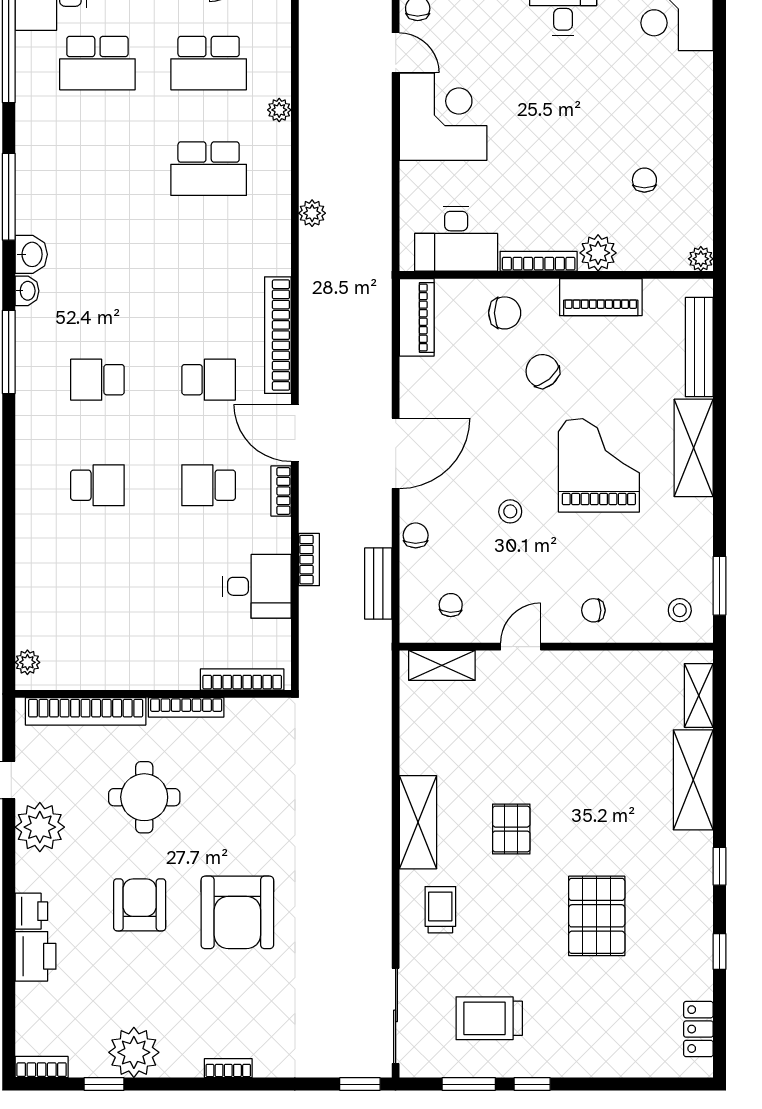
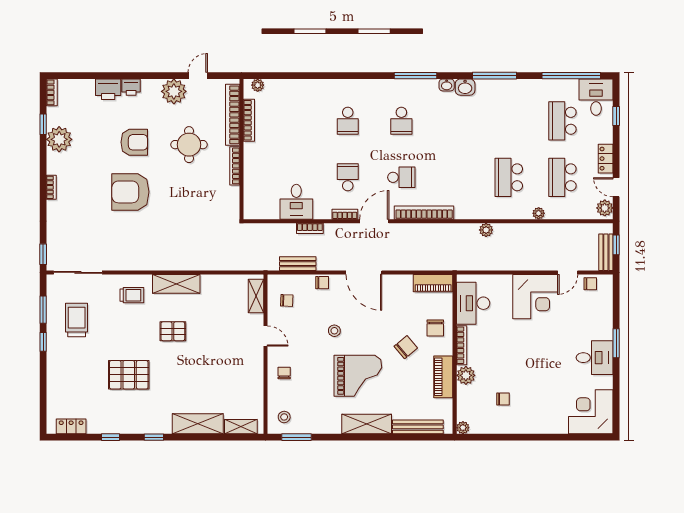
school desk: (97, 380) -> (401, 121), turned 180
school desk: (209, 380) -> (401, 177), turned -90
bookcase: (242, 680) -> (249, 120), moved

